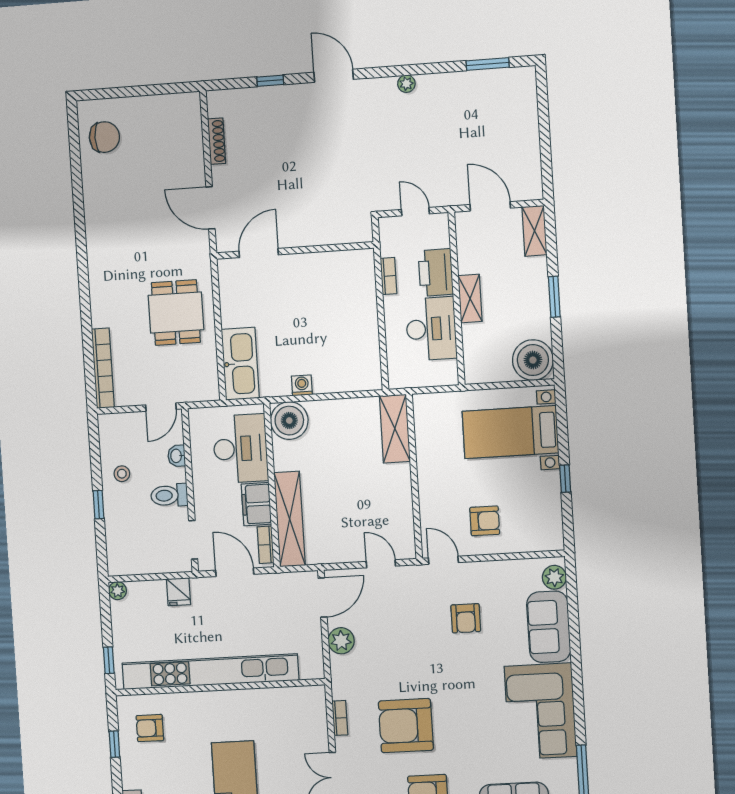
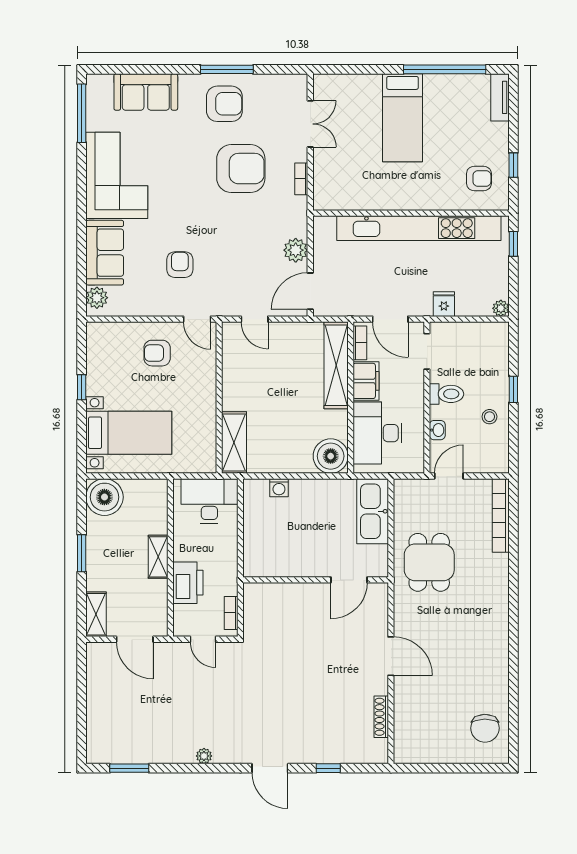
chair: (104, 137) -> (485, 728), turned -90
wall: (295, 250) -> (316, 580), moved
door: (259, 253) -> (349, 580), moved
bookcase: (389, 276) -> (231, 613), moved
desk: (431, 329) -> (209, 501), moved, turned 90
washing machine: (302, 385) -> (279, 488), moved

